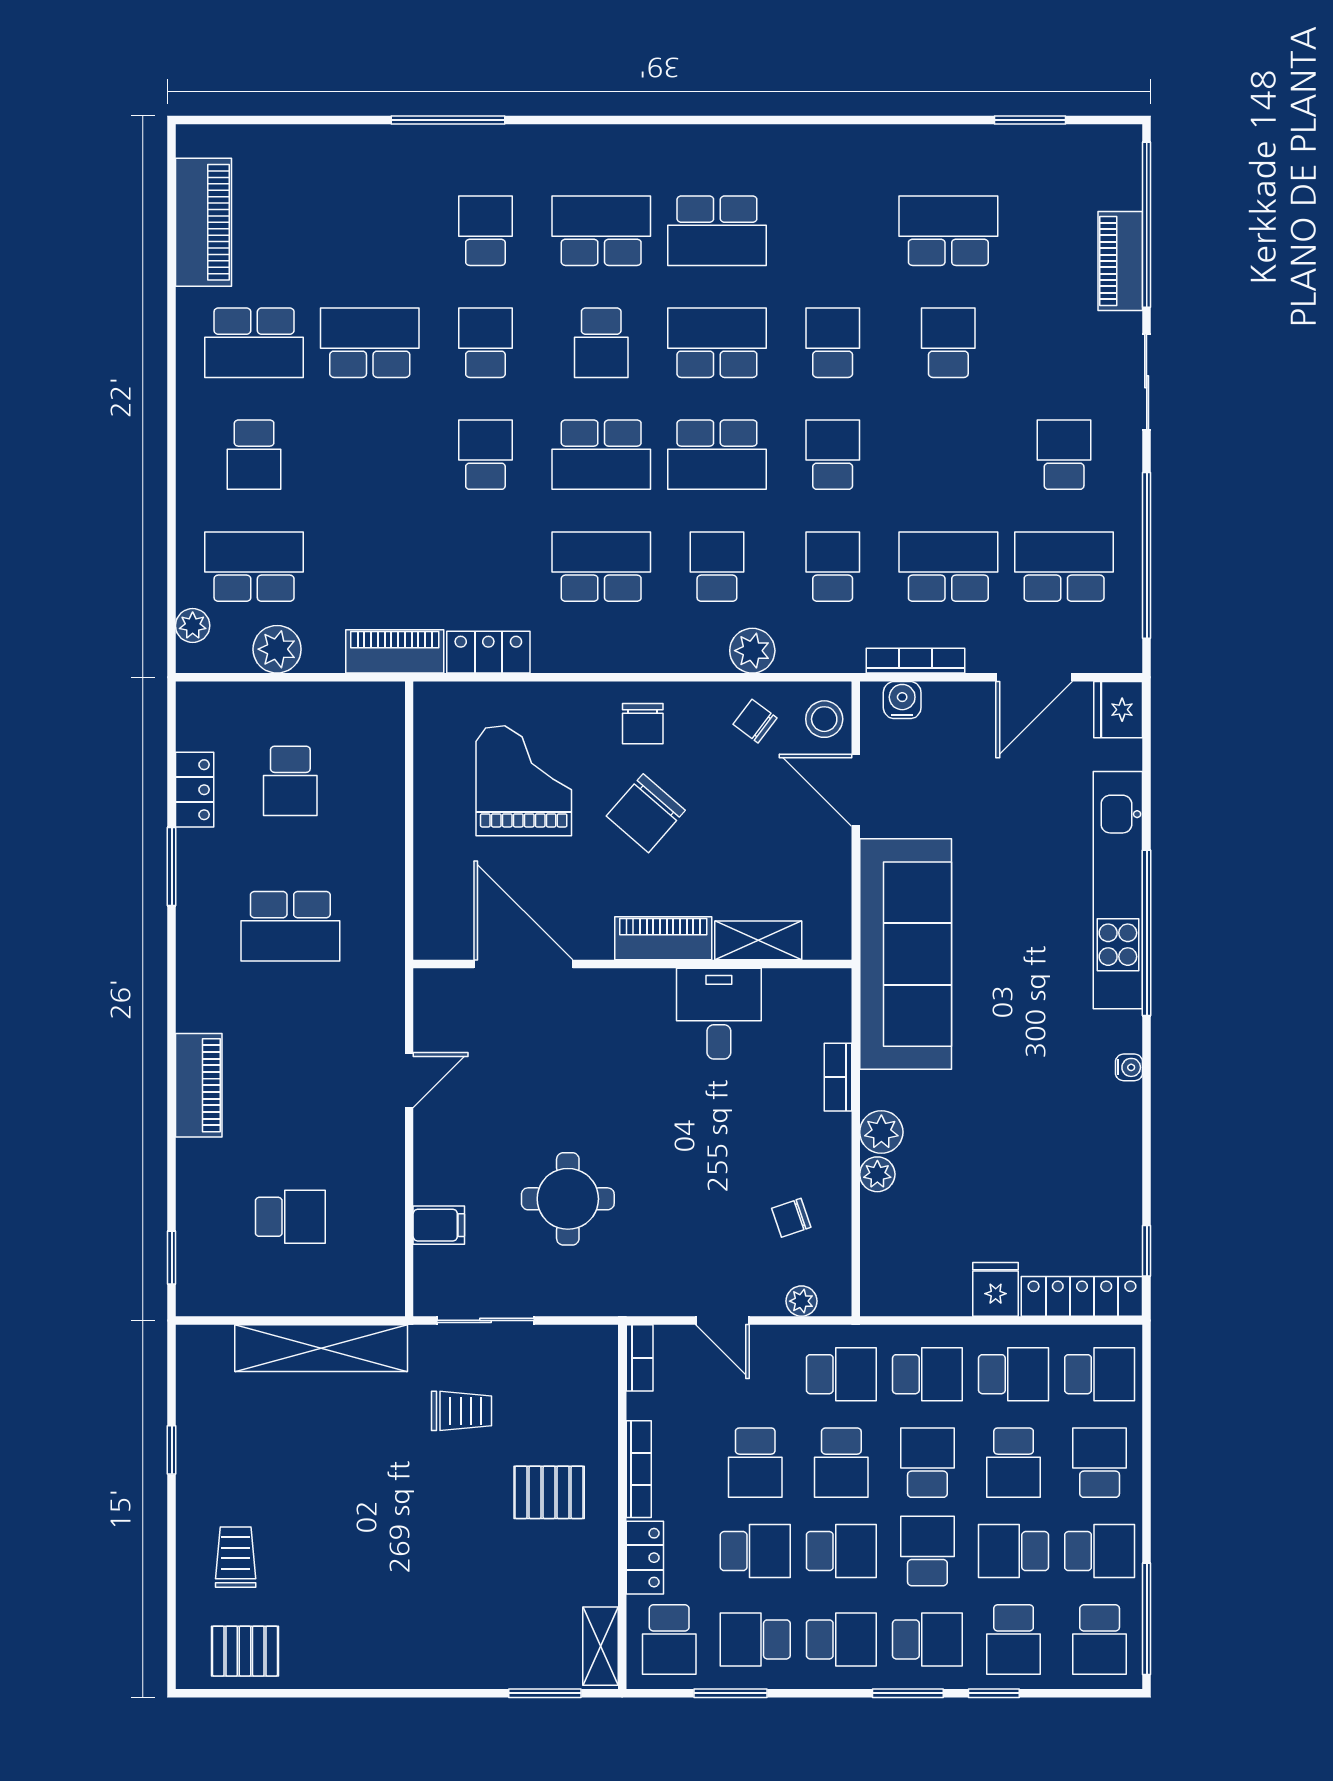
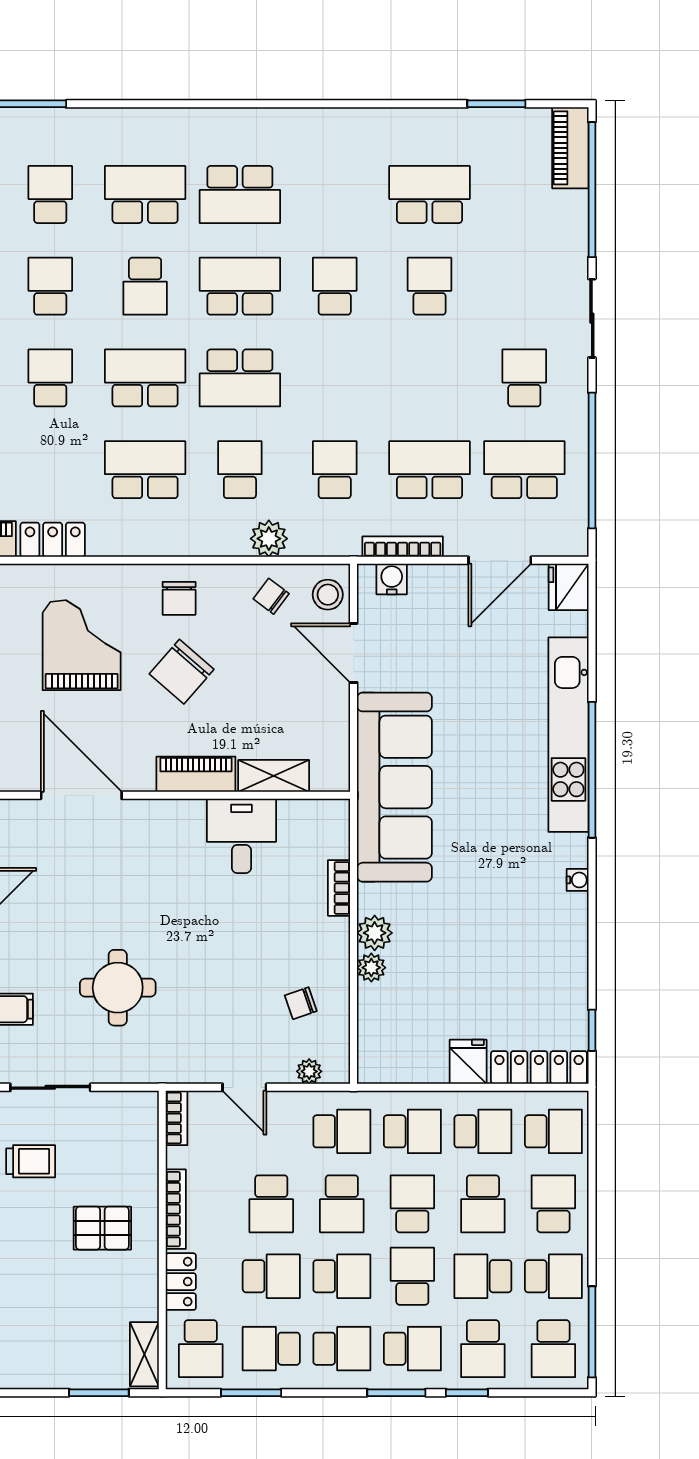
piano: (1120, 261) -> (570, 148), moved
school desk: (601, 455) -> (145, 378), turned 180
school desk: (833, 455) -> (335, 378), removed

